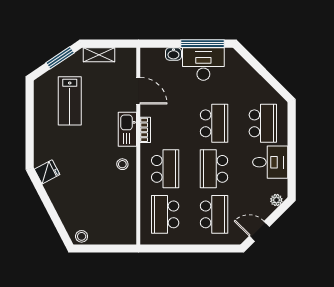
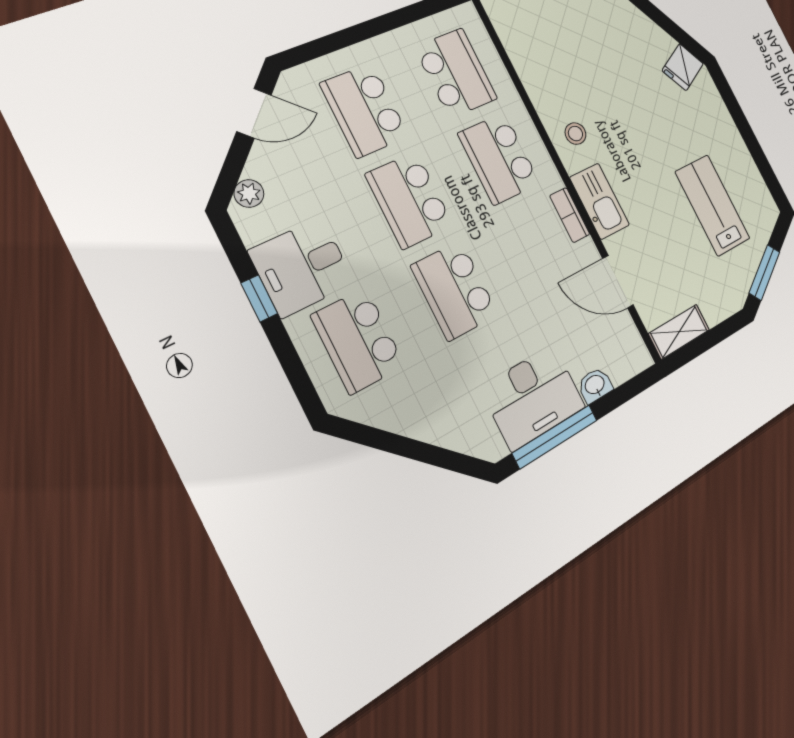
shelving: (99, 55) -> (679, 332), moved
window: (292, 158) -> (259, 298), added
school desk: (214, 169) -> (409, 200), turned 180

